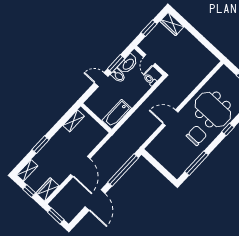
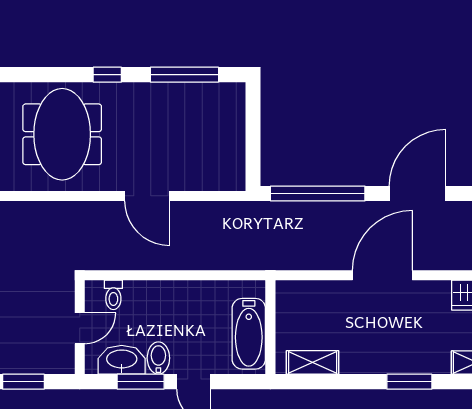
bathtub: (117, 114) -> (249, 334), moved, turned 90
window: (228, 130) -> (107, 75), moved
chair: (197, 135) -> (135, 120), removed

